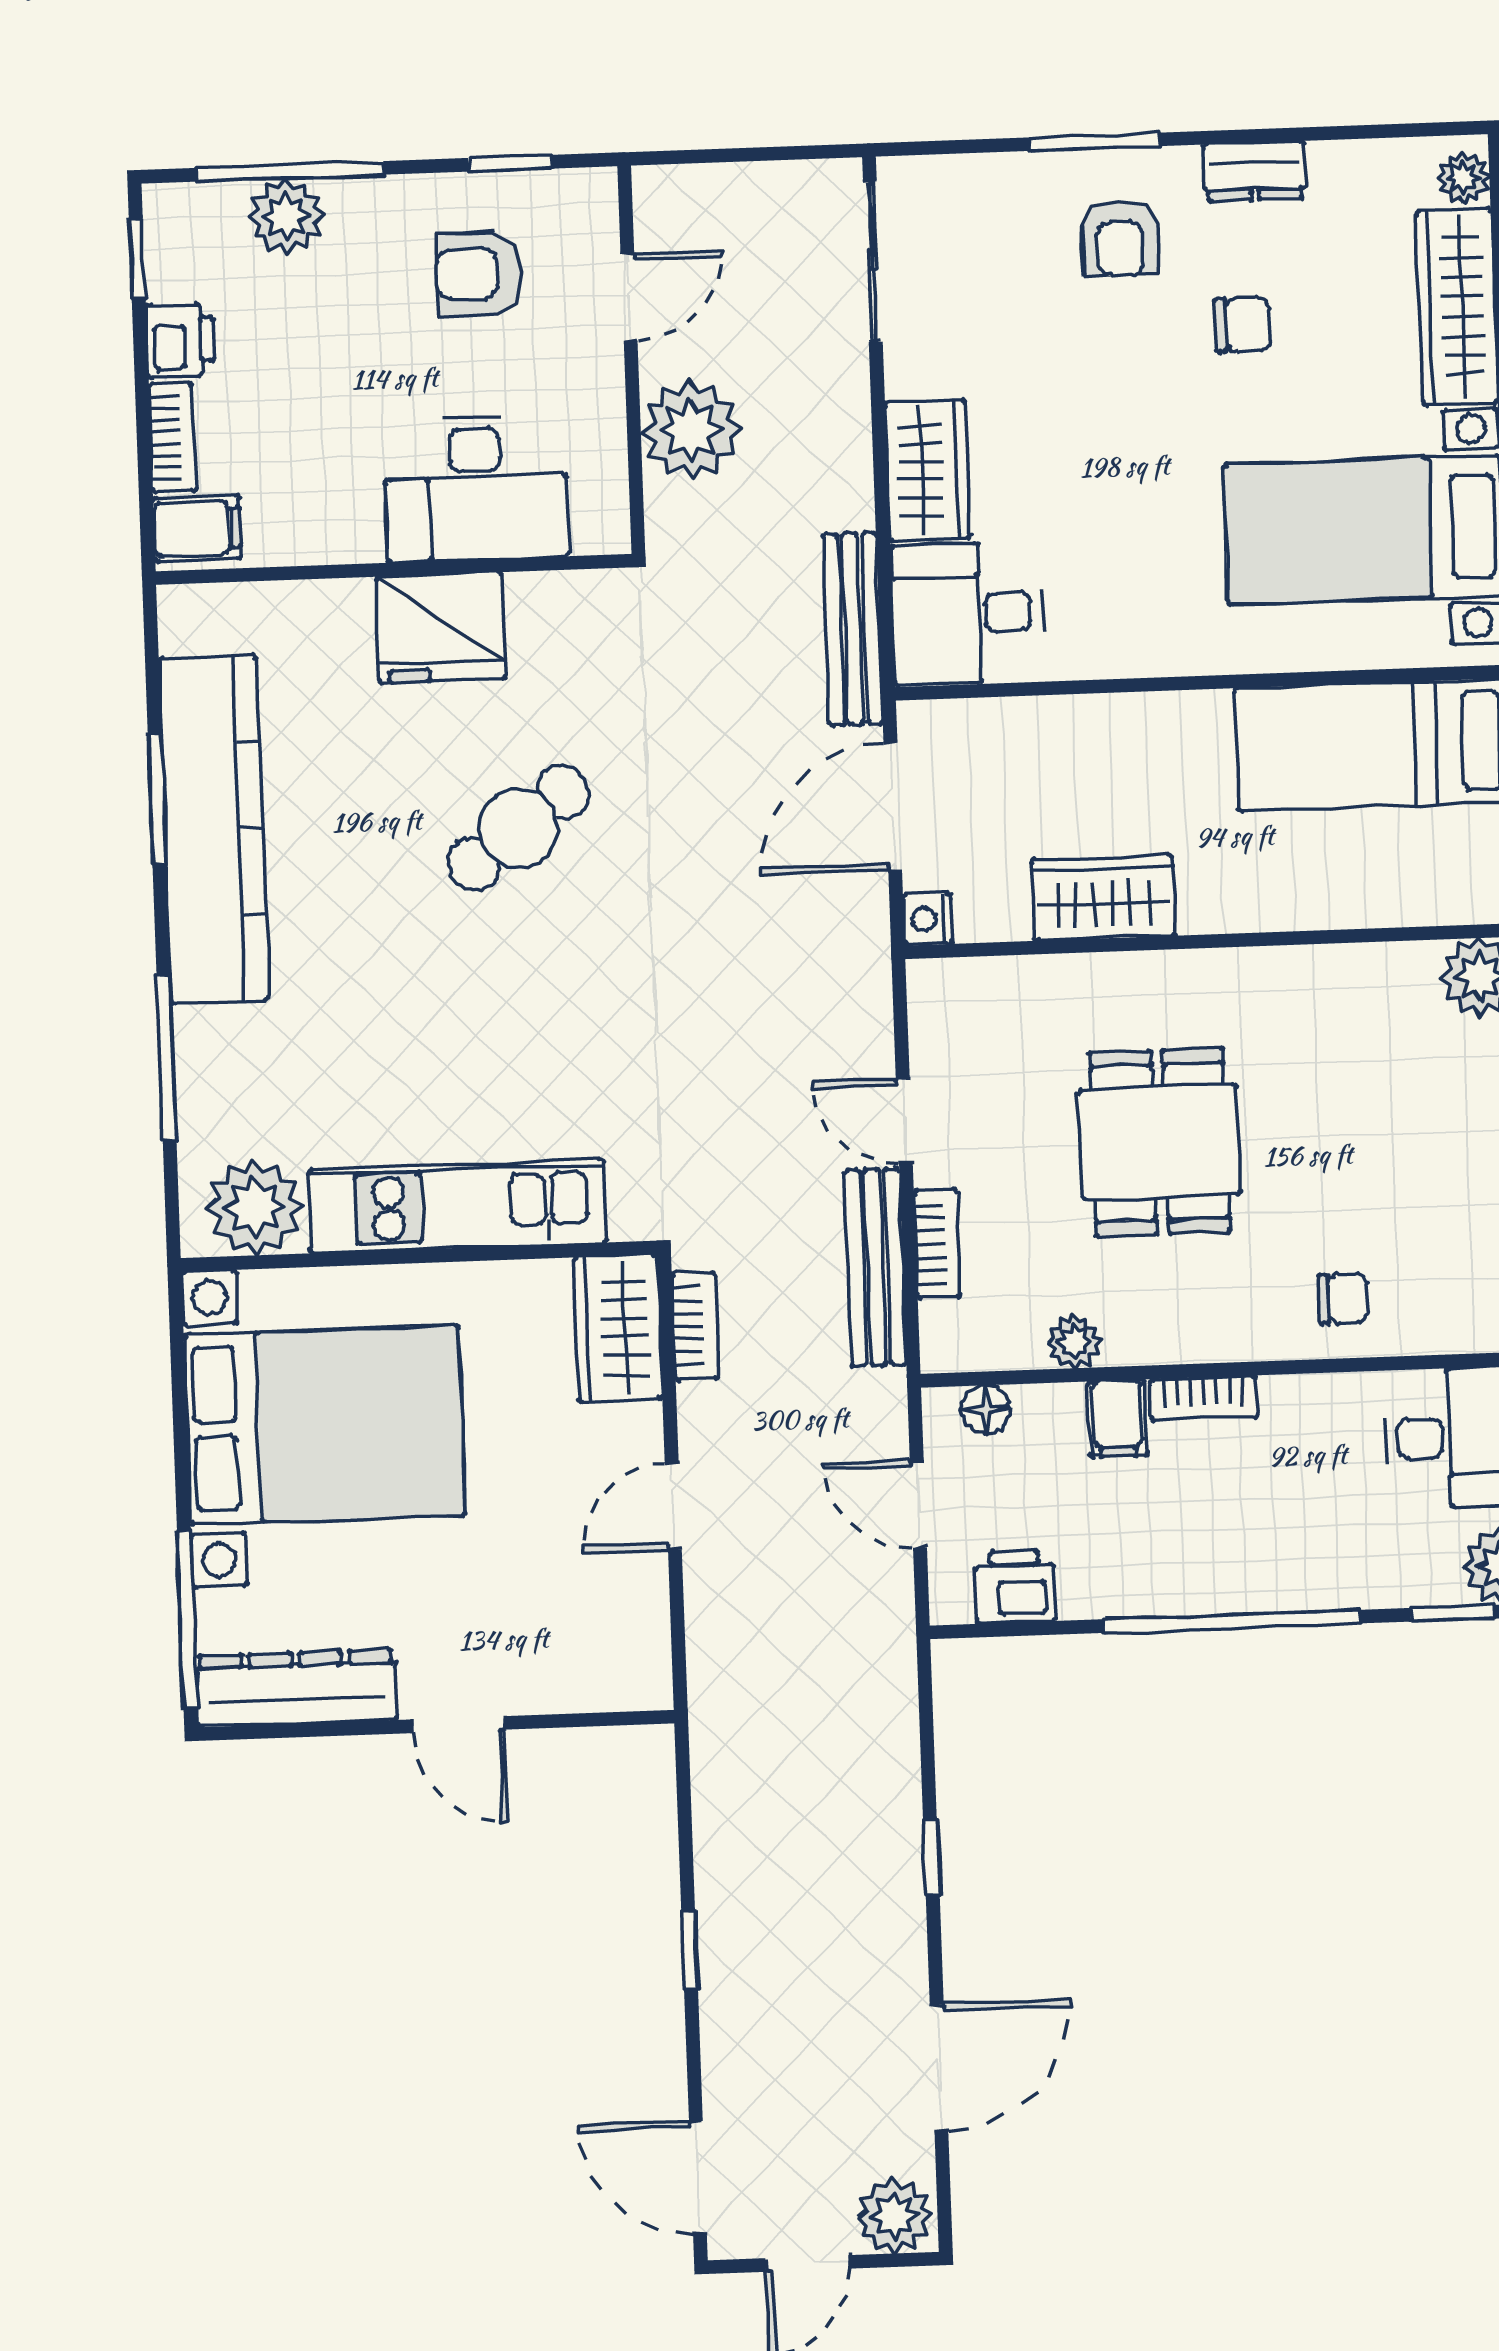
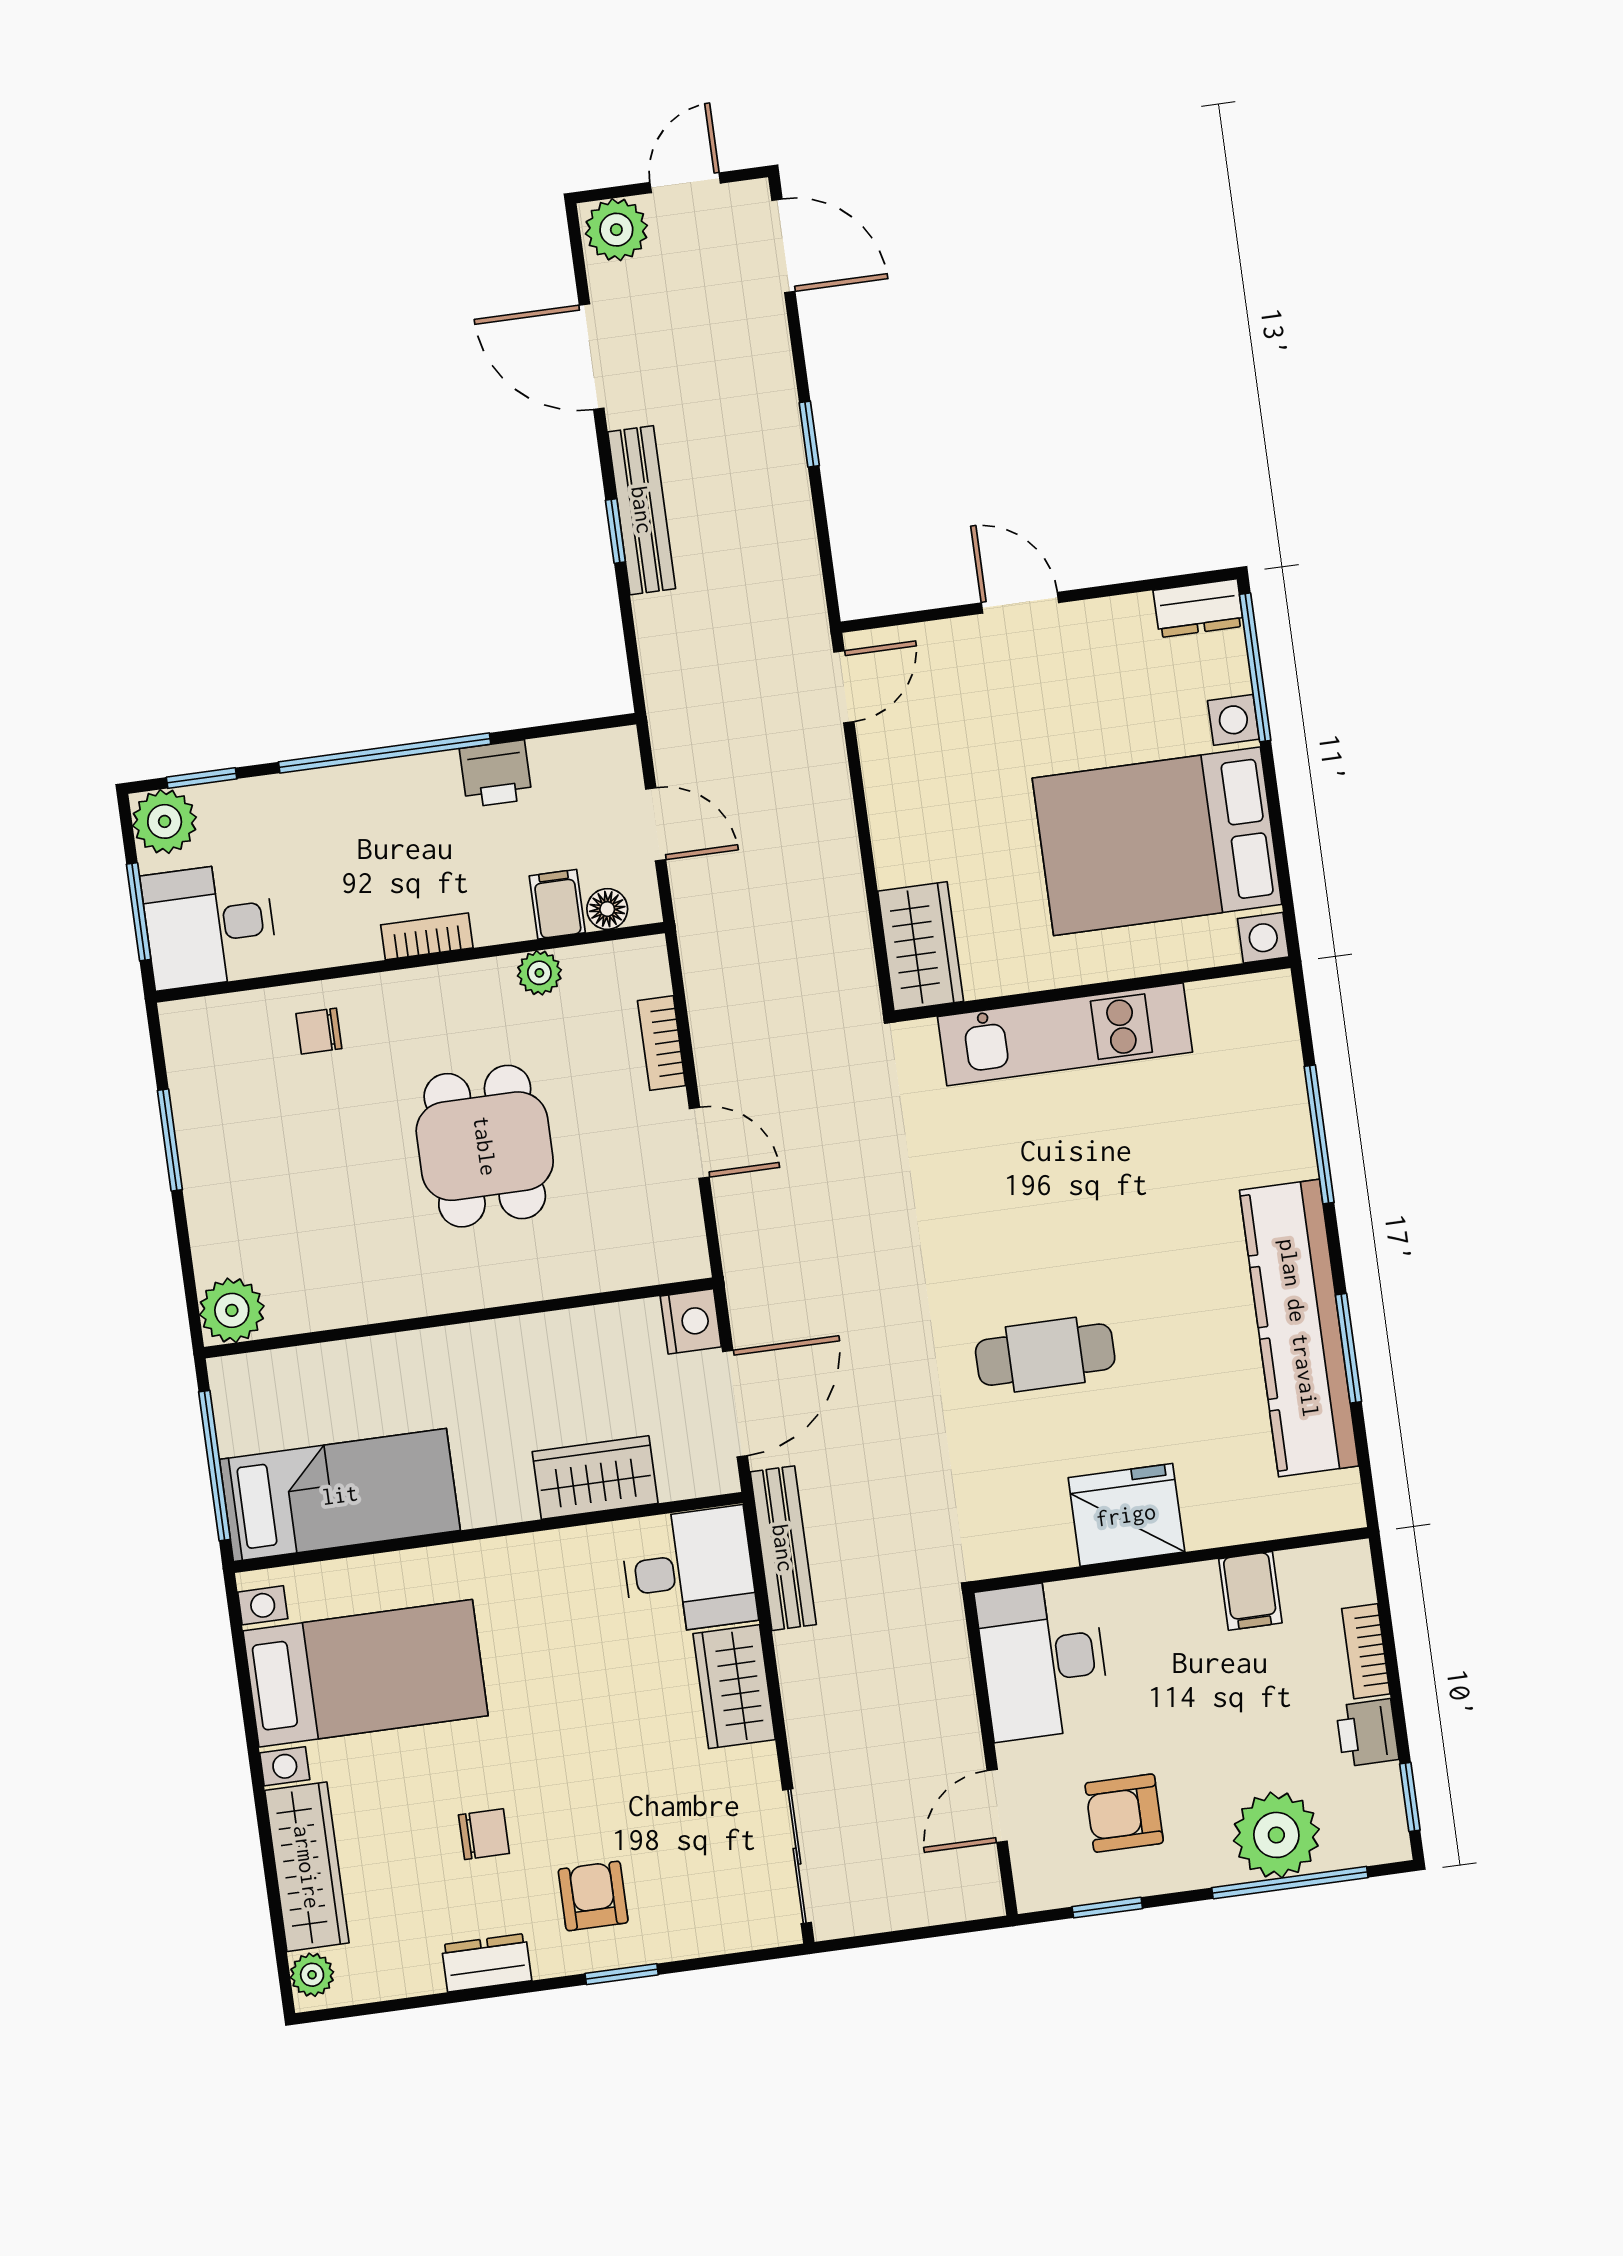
window: (1095, 142) -> (622, 1974), width x0.67
plant: (286, 216) -> (1276, 1835), width x1.36, depth x1.36
armchair: (479, 274) -> (1124, 1813), turned 180
chair: (1242, 325) -> (484, 1834), turned 180
plant: (691, 430) -> (935, 1700), removed
desk: (476, 488) -> (1043, 1660), moved, turned -90
filing cabinet: (197, 529) -> (1250, 1591), moved, turned -90
cafe table: (518, 828) -> (1045, 1355), turned 37
wardrobe: (1103, 897) -> (595, 1478), moved, turned 180
nightstand: (928, 919) -> (691, 1321), width x1.39, depth x1.35
plant: (255, 1207) -> (1233, 1017), removed
bench: (875, 1267) -> (642, 510), moved
bookcase: (695, 1326) -> (856, 954), removed
filing cabinet: (1117, 1419) -> (557, 904), moved
door: (673, 1507) -> (844, 687), moved
printer: (1015, 1587) -> (496, 774), moved
dresser: (296, 1688) -> (1198, 608), width x0.51, depth x0.80
door: (939, 2068) -> (592, 357), hinge flipped

